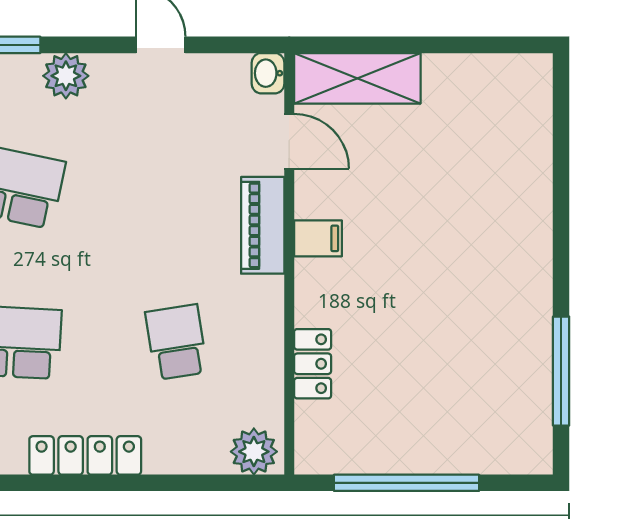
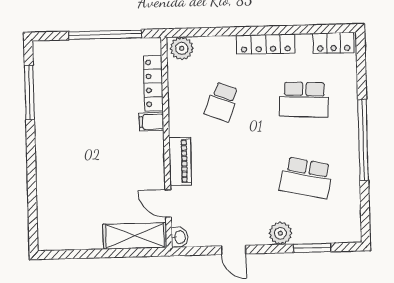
filing cabinet: (318, 238) -> (152, 122), moved
school desk: (176, 342) -> (222, 102), turned 30
locker: (313, 364) -> (153, 83), width x1.53

